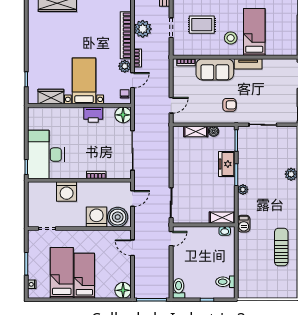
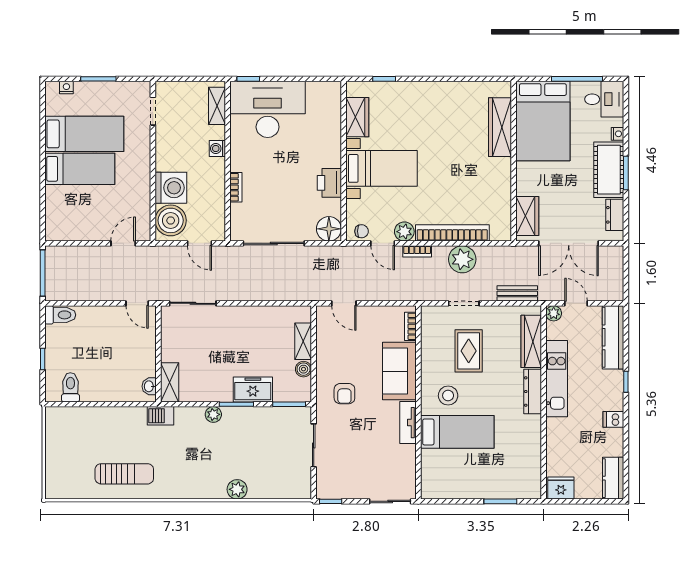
shelving: (44, 187) -> (217, 106), added
washing machine: (67, 192) -> (217, 149), width x0.53, depth x0.53
floor lamp: (123, 290) -> (57, 229), removed

